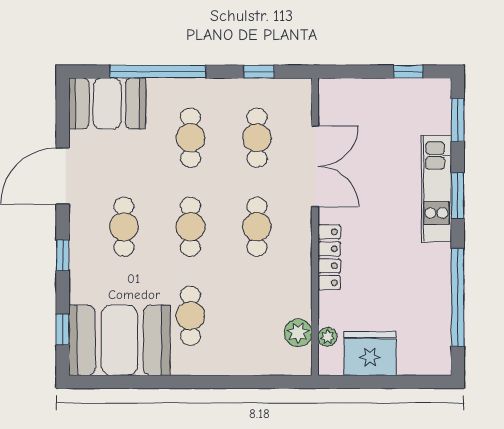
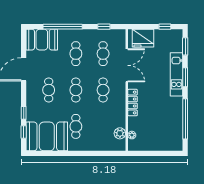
window: (63, 255) -> (24, 113), moved
fridge: (370, 354) -> (143, 38), moved, turned 180

